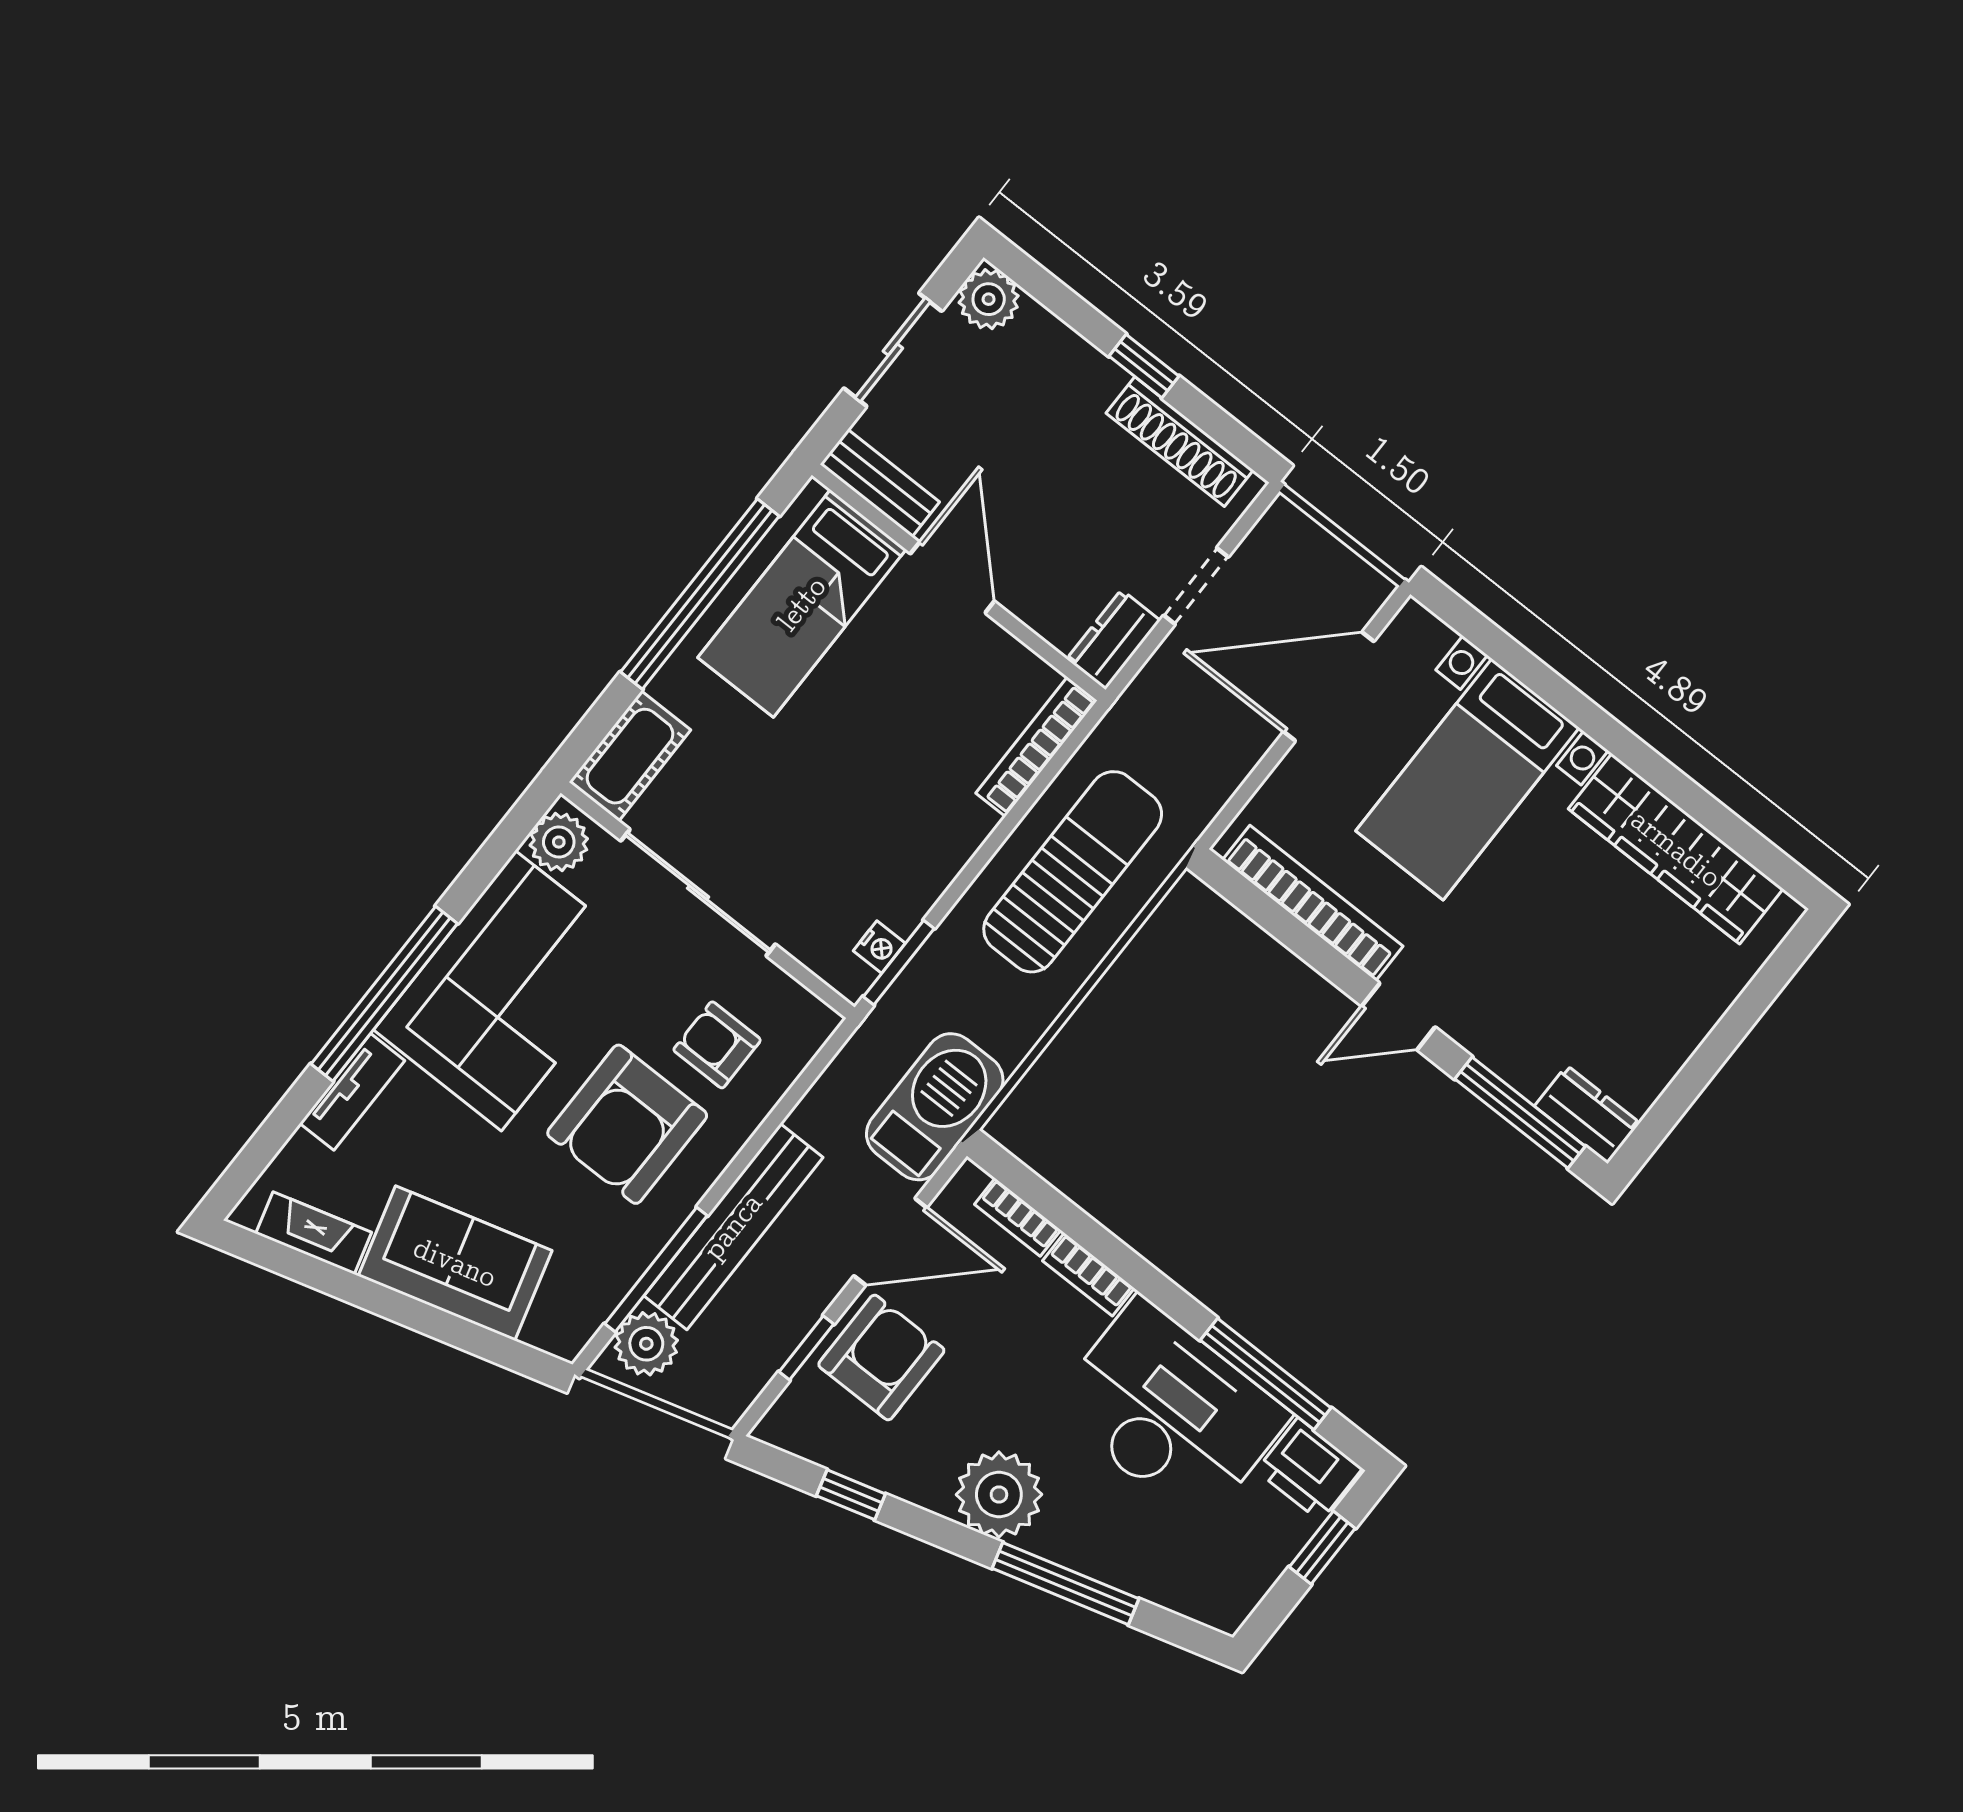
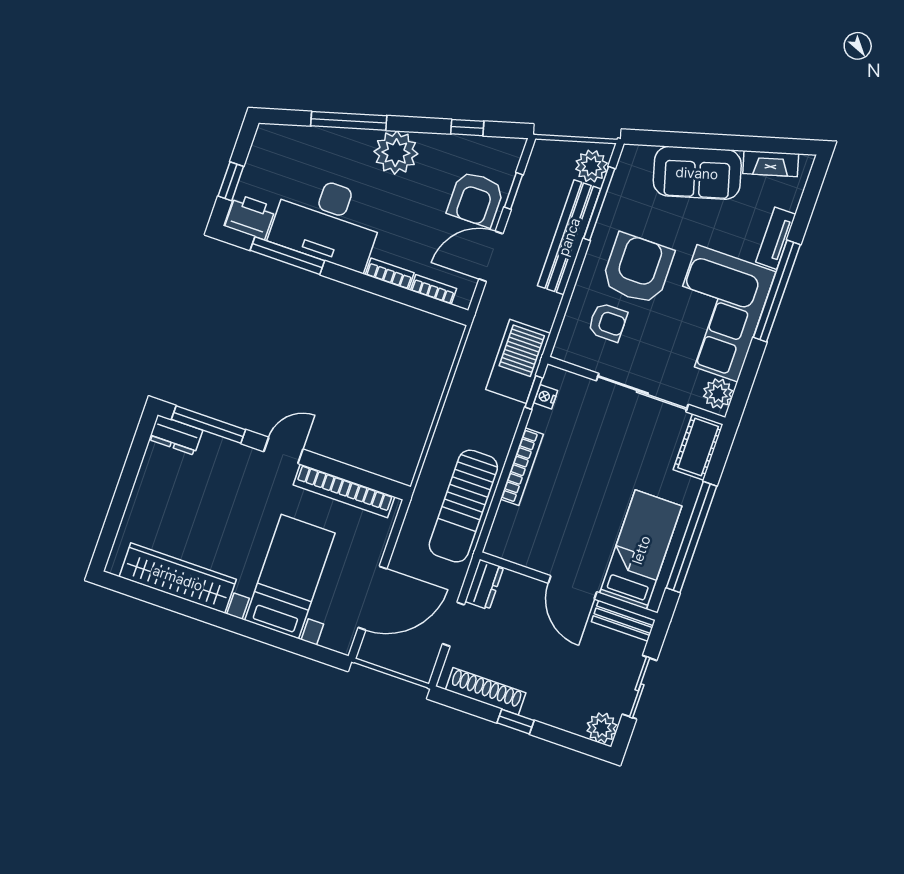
bookcase: (1036, 747) -> (522, 467), moved
sun lounger: (1073, 872) -> (463, 506), moved
window: (899, 963) -> (534, 392), width x0.67
barbecue: (935, 1107) -> (518, 361), moved, turned 180

